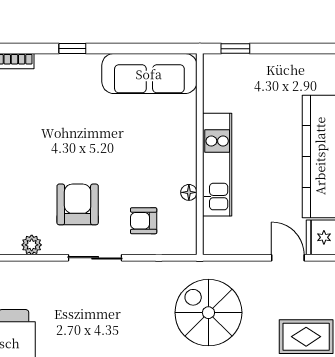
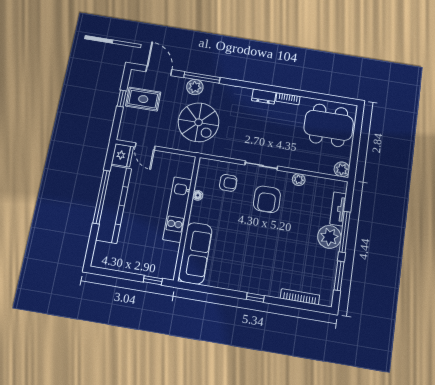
sofa: (149, 74) -> (195, 253), moved, turned 90

